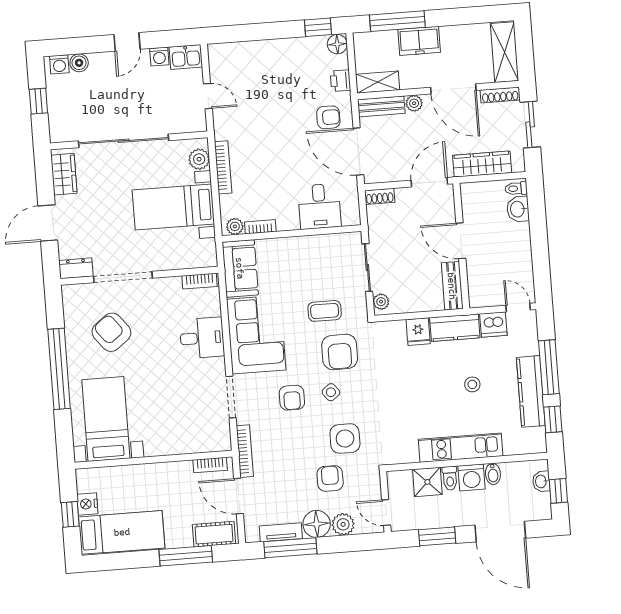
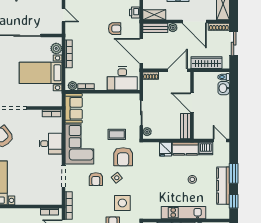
armchair: (328, 117) -> (115, 29), moved
desk: (319, 206) -> (122, 78), width x1.37
window: (549, 367) -> (234, 173), width x0.69

